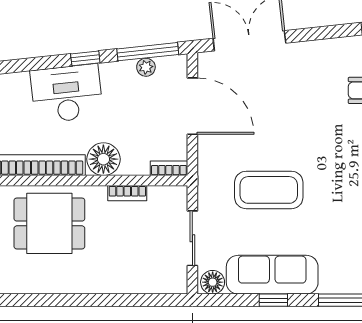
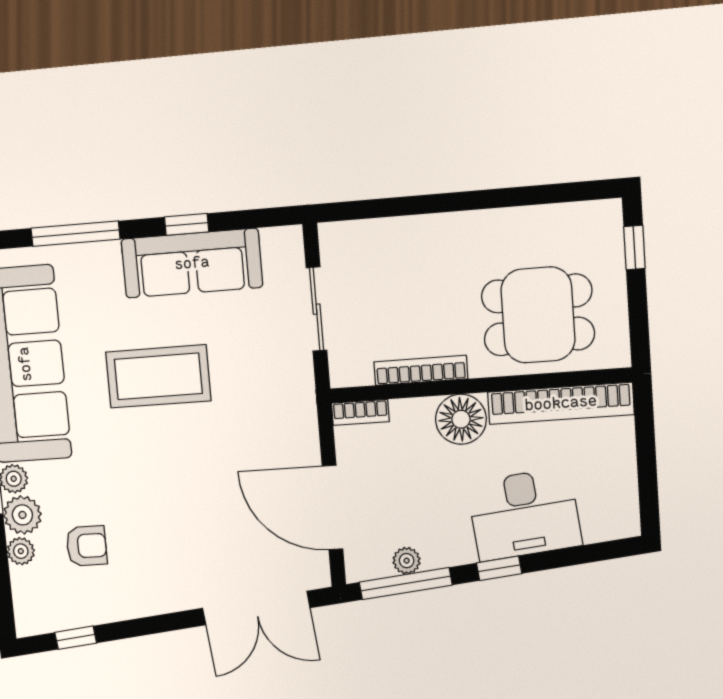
coffee table: (269, 190) -> (158, 376), moved
bookcase: (127, 193) -> (421, 370), width x1.56
floor lamp: (213, 282) -> (280, 244), removed

